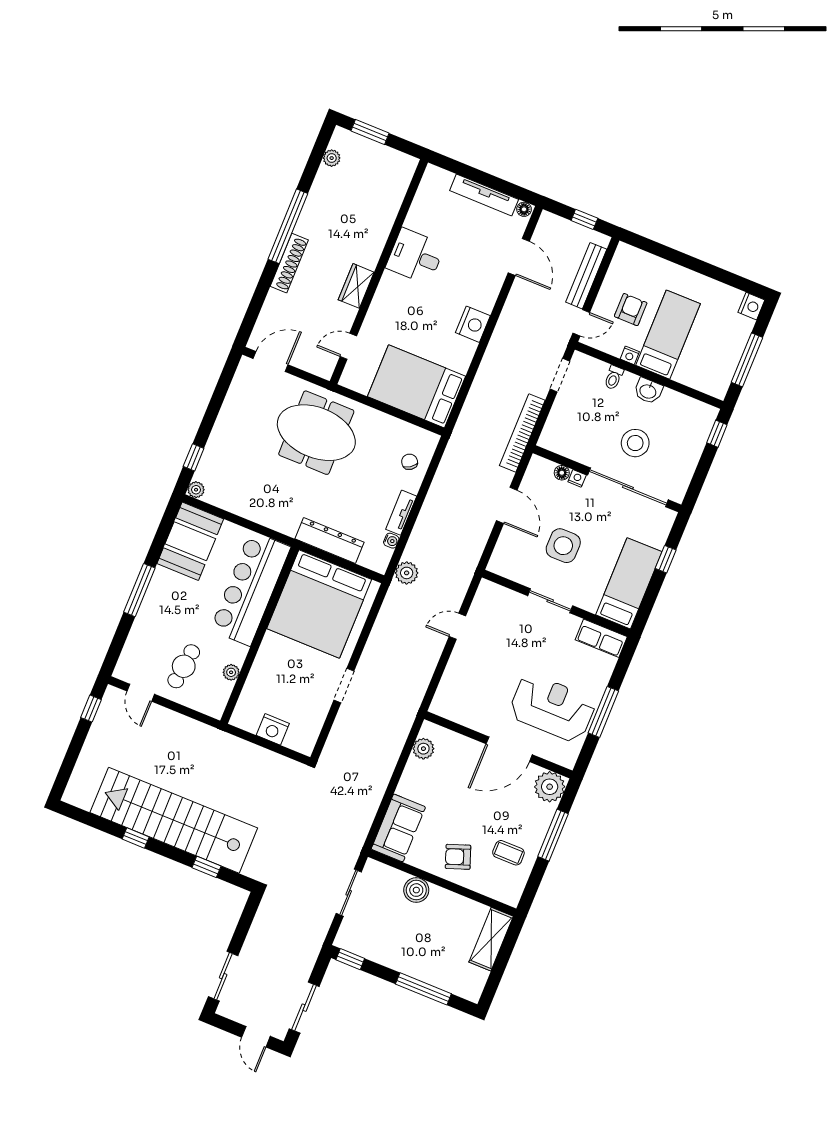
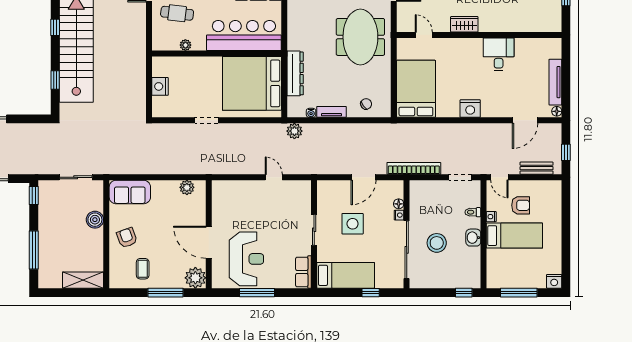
bench: (586, 276) -> (537, 168), width x0.73

